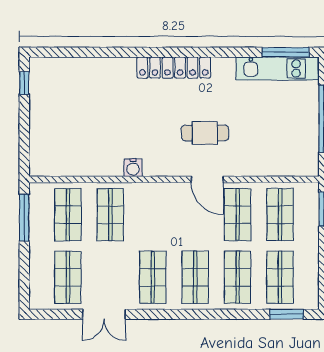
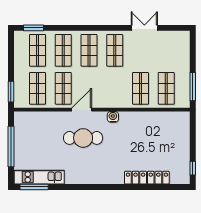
locker: (174, 68) -> (147, 178), moved
cafe table: (205, 133) -> (83, 138), width x1.37, depth x1.35
water cooler: (133, 168) -> (113, 117), moved
door: (207, 179) -> (82, 110), hinge flipped
shop shelf: (68, 277) -> (166, 50), removed

